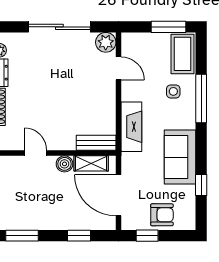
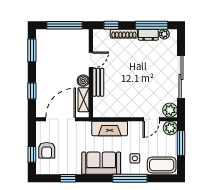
window: (168, 27) -> (181, 143), moved
plant: (131, 42) -> (170, 128), added
bench: (96, 143) -> (98, 82), moved
sofa: (180, 157) -> (101, 163), moved
window: (147, 236) -> (32, 154), moved

